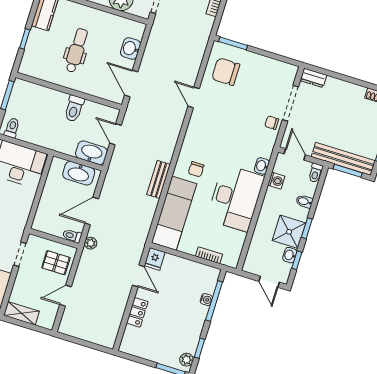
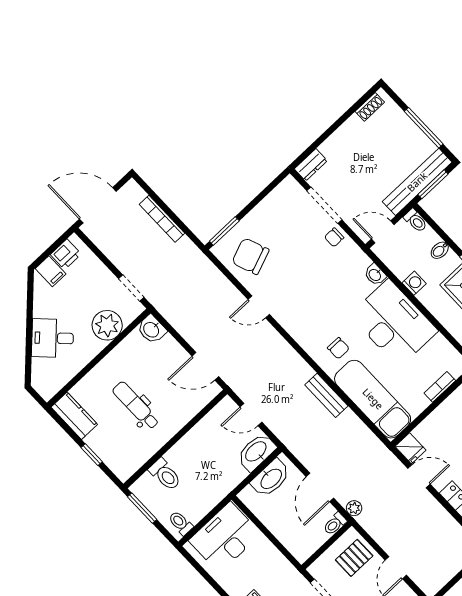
washbasin: (131, 48) -> (152, 329), moved
chair: (226, 72) -> (250, 256), turned 69
toilet: (74, 109) -> (165, 474), moved
washing machine: (276, 181) -> (414, 283), moved

